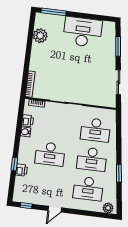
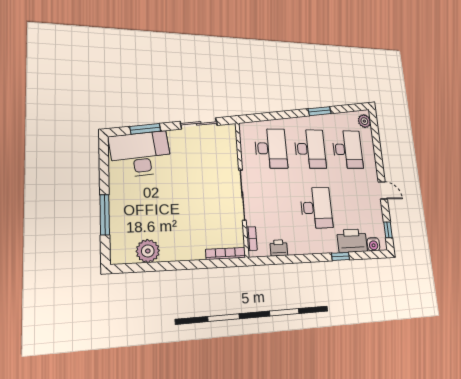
window: (54, 12) -> (105, 215), moved
desk: (83, 32) -> (141, 154), moved, turned 83
water cooler: (26, 132) -> (373, 244), moved
printer: (21, 170) -> (352, 241), width x1.87, depth x1.48

